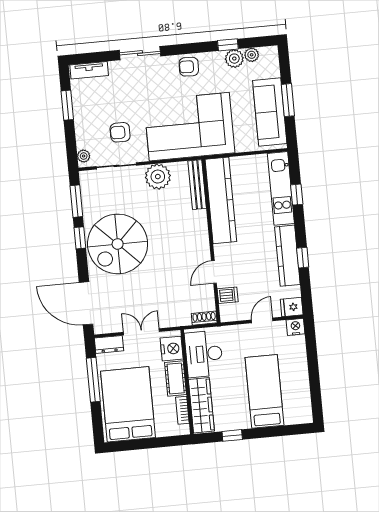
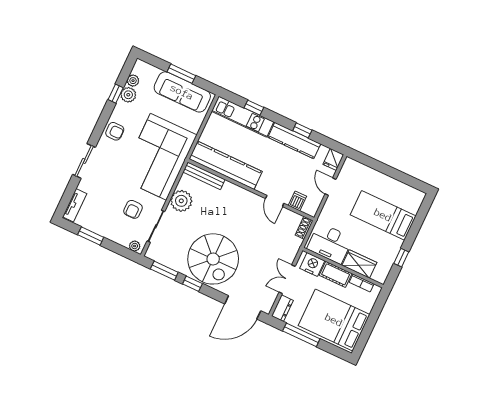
armchair: (189, 67) -> (115, 131), turned -92
nightstand: (296, 327) -> (350, 165), removed
wardrobe: (201, 405) -> (359, 264), width x0.67

